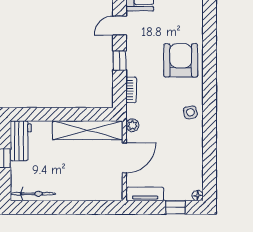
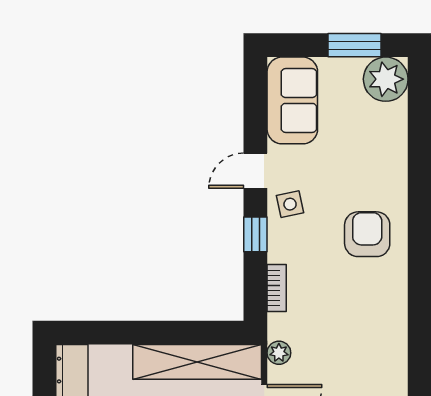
armchair: (181, 60) -> (367, 234), width x0.73, depth x0.73
side table: (190, 112) -> (290, 204), moved

